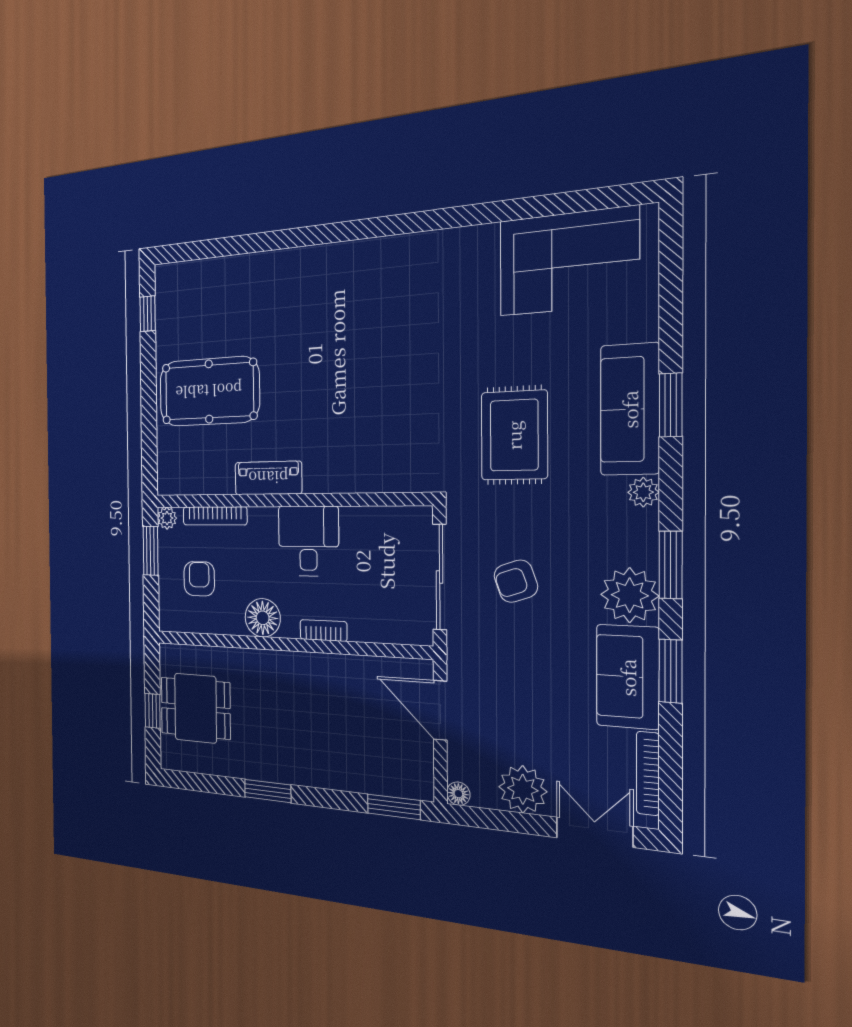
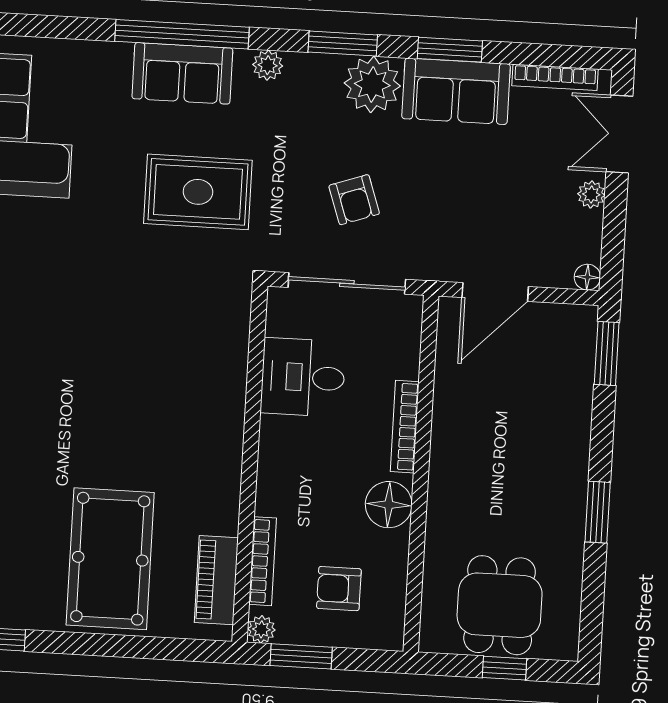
window: (671, 405) -> (182, 34), width x2.11
sofa: (630, 409) -> (182, 73), width x0.73
piano: (268, 478) -> (216, 580), moved
desk: (308, 541) -> (303, 377), moved
bookcase: (323, 630) -> (405, 427), width x1.56
plant: (523, 789) -> (591, 194), width x0.53, depth x0.53

